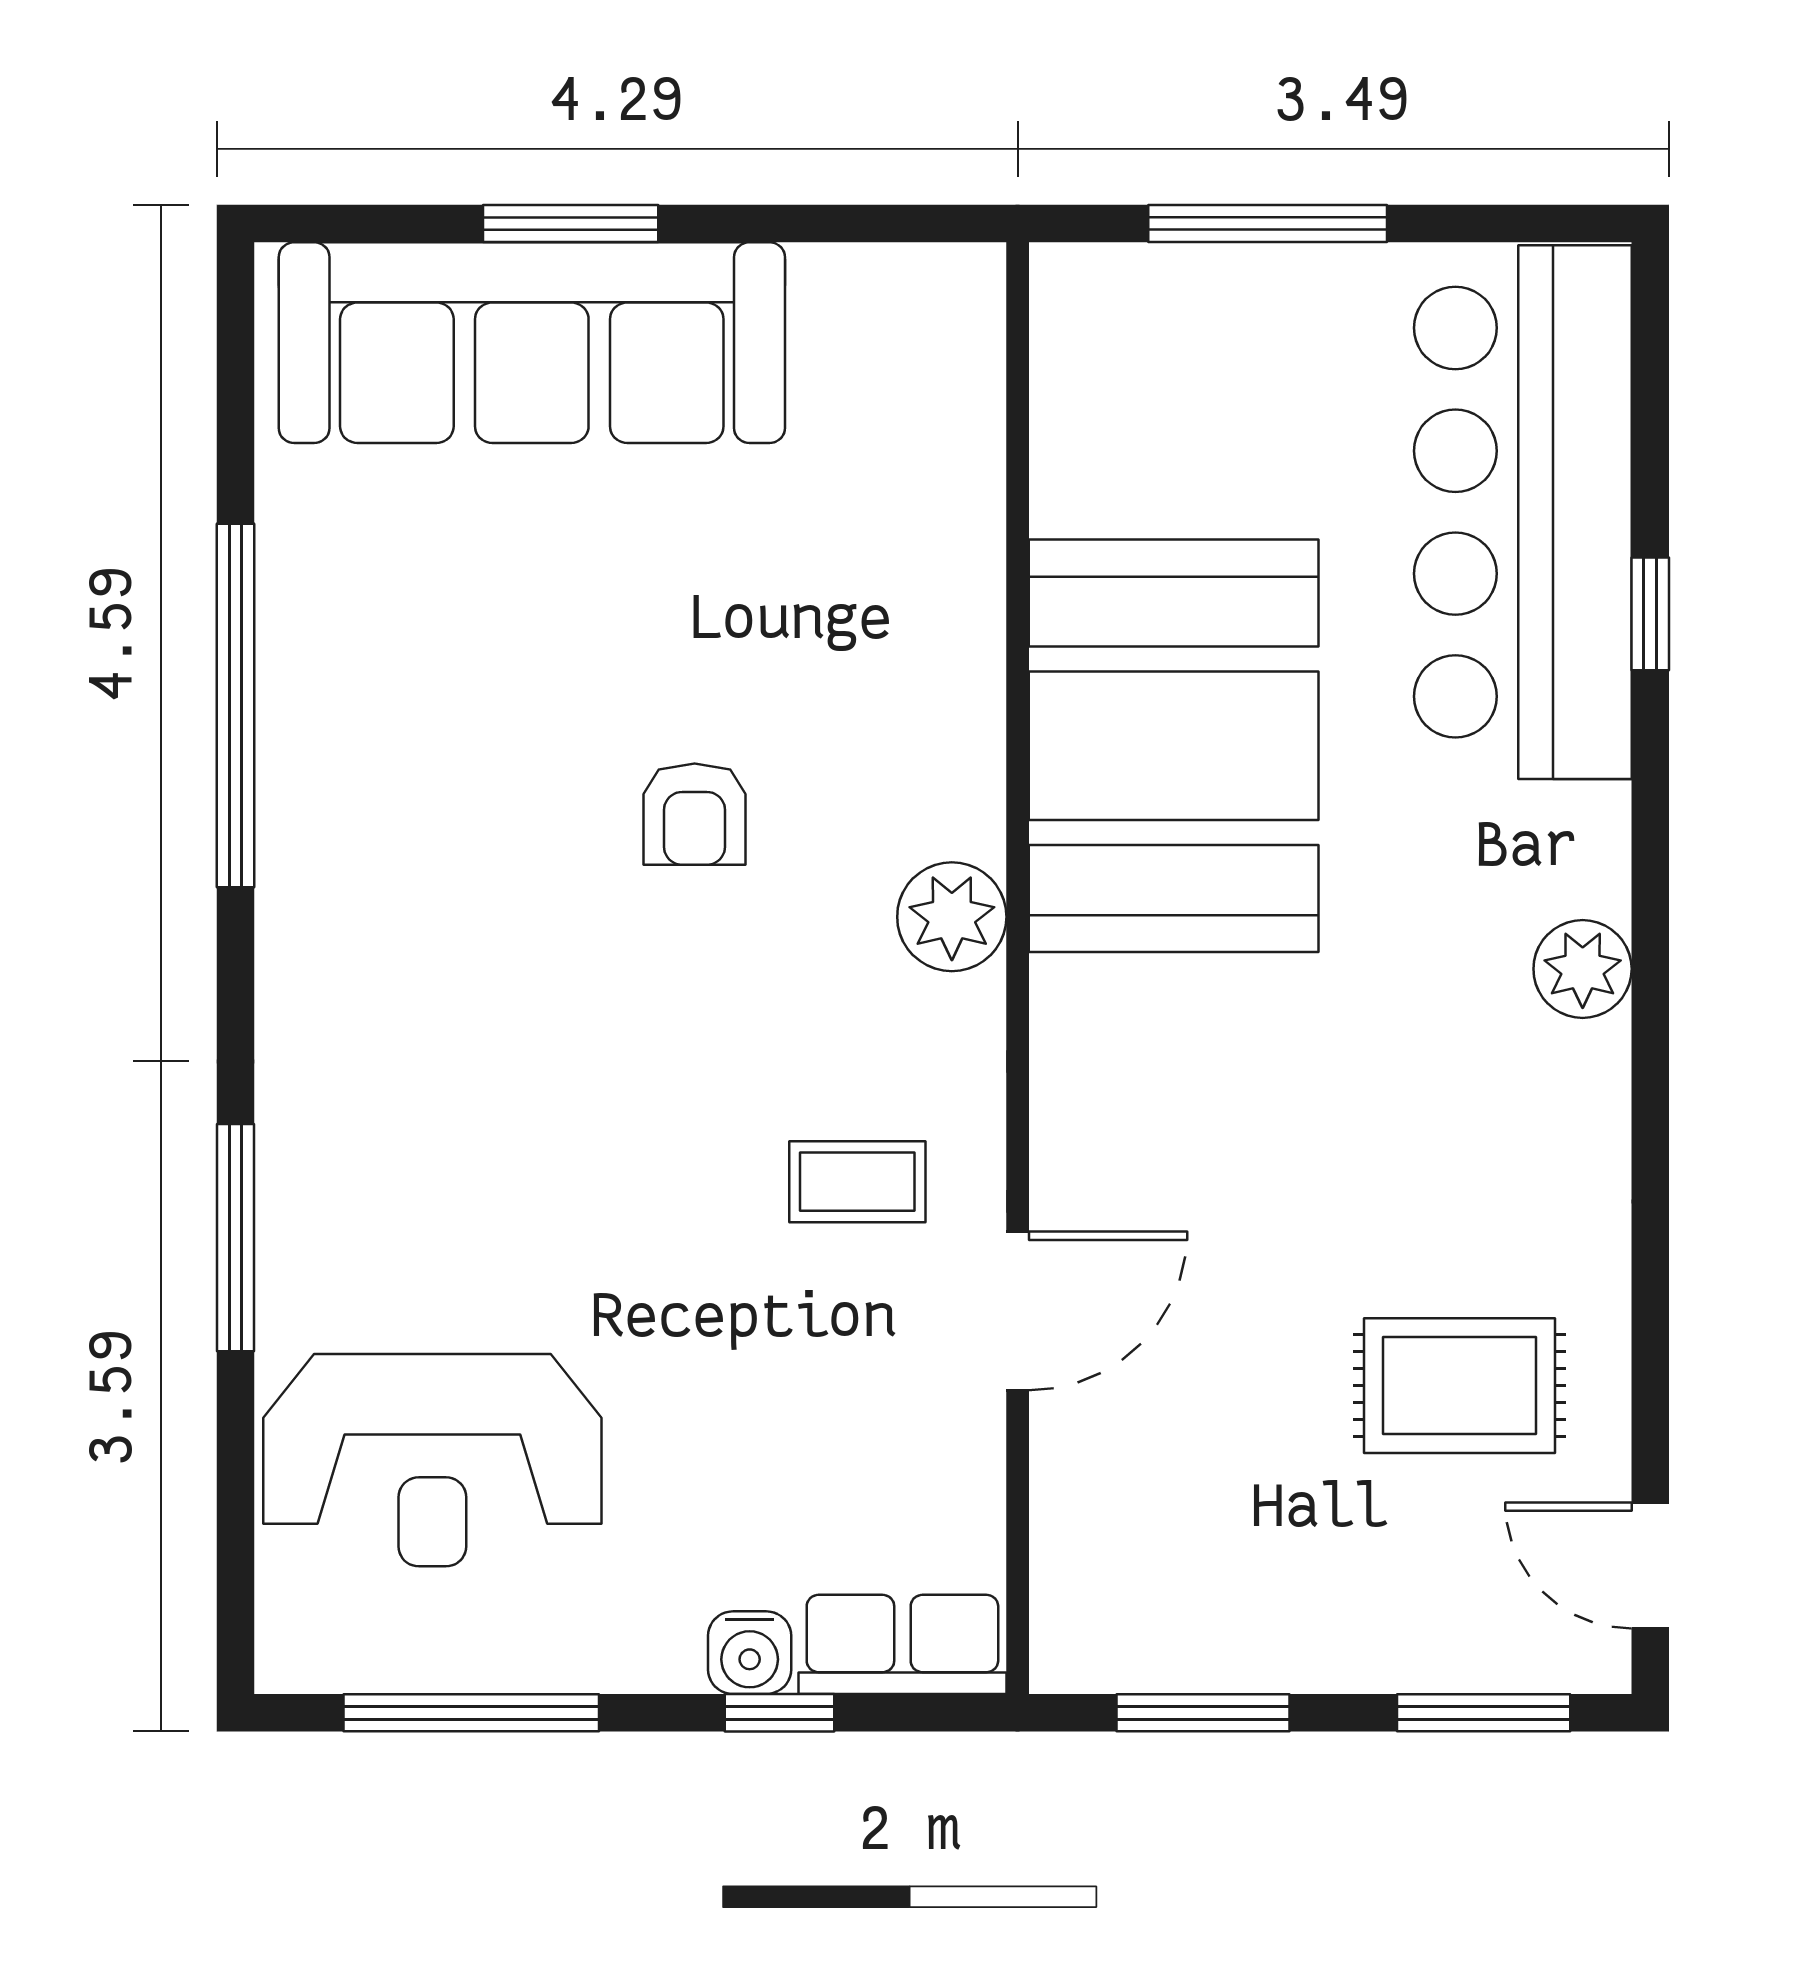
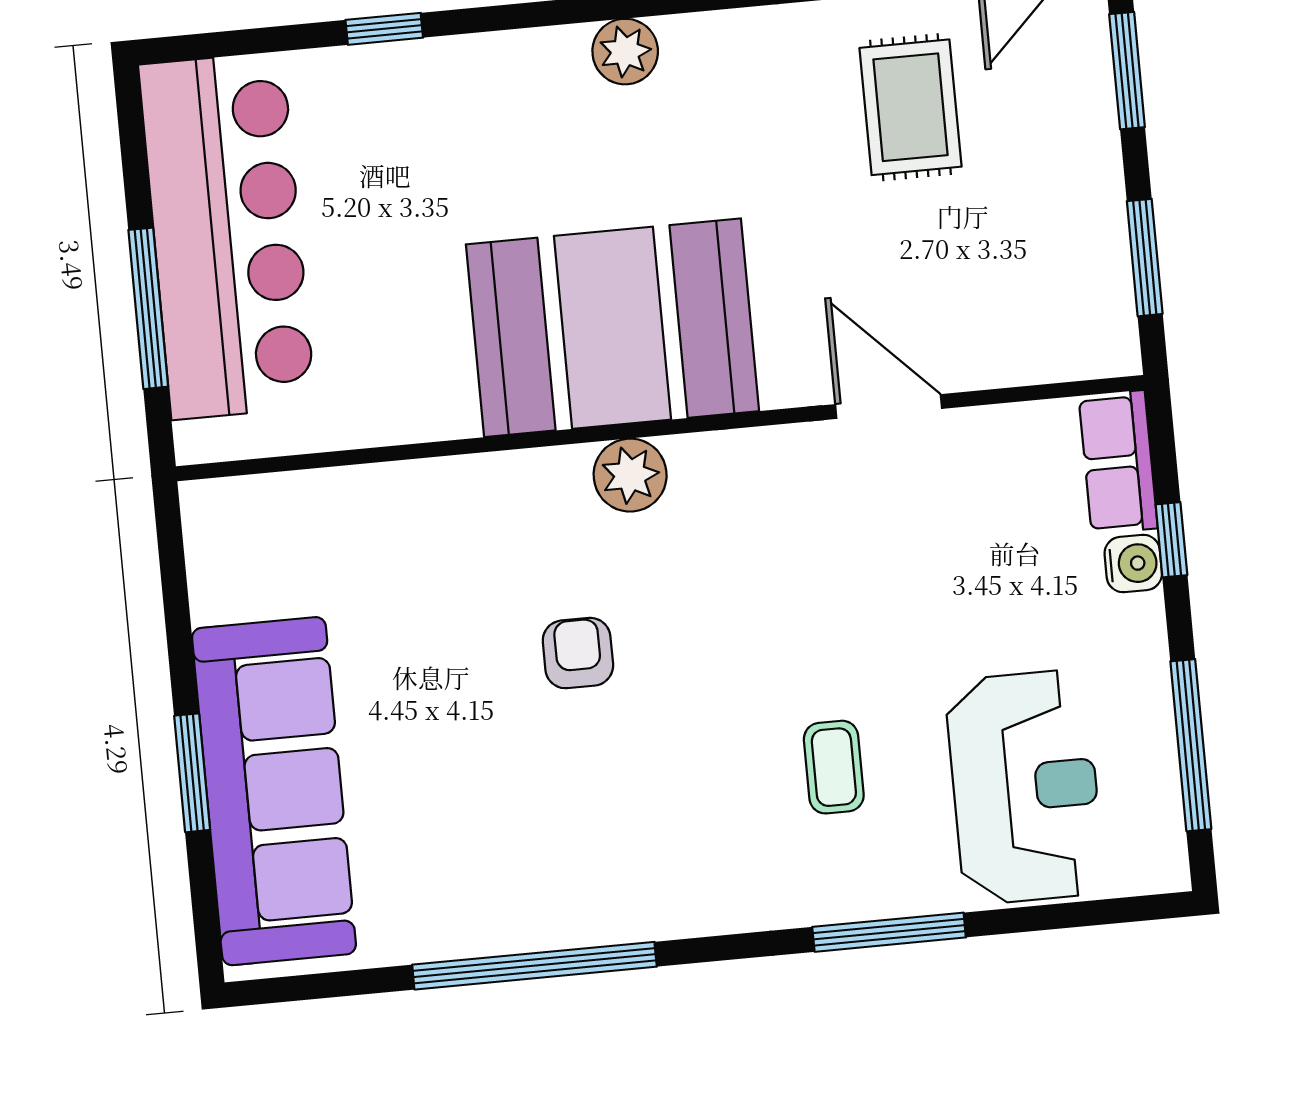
bar counter: (1523, 512) -> (227, 236), moved, turned -90
booth: (1174, 746) -> (612, 328), moved
armchair: (695, 814) -> (578, 653), turned -90
coffee table: (857, 1182) -> (834, 767), moved

